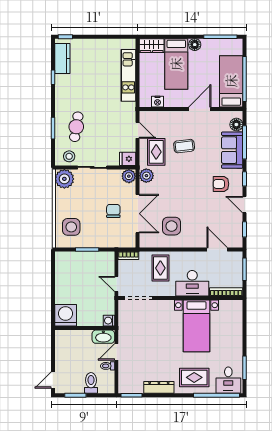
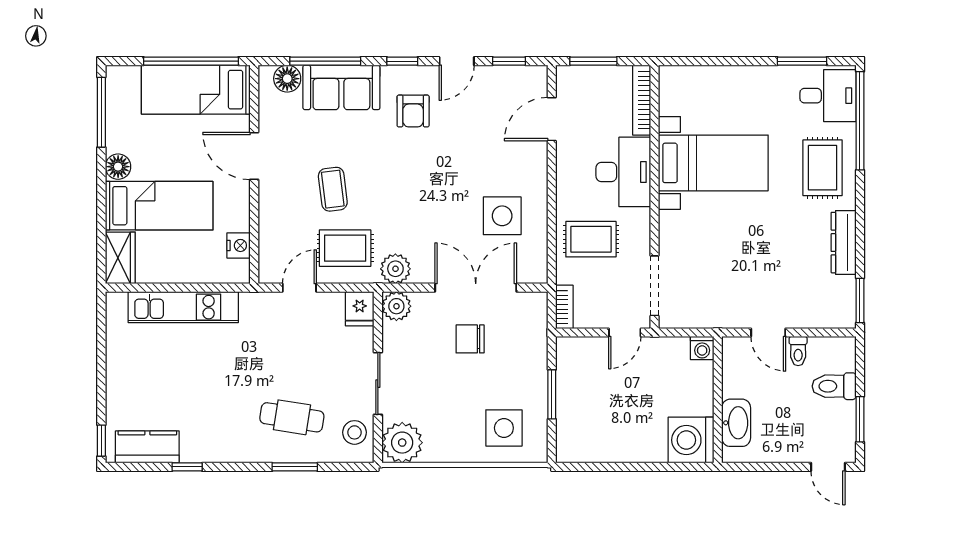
washbasin: (103, 337) -> (736, 423), moved

